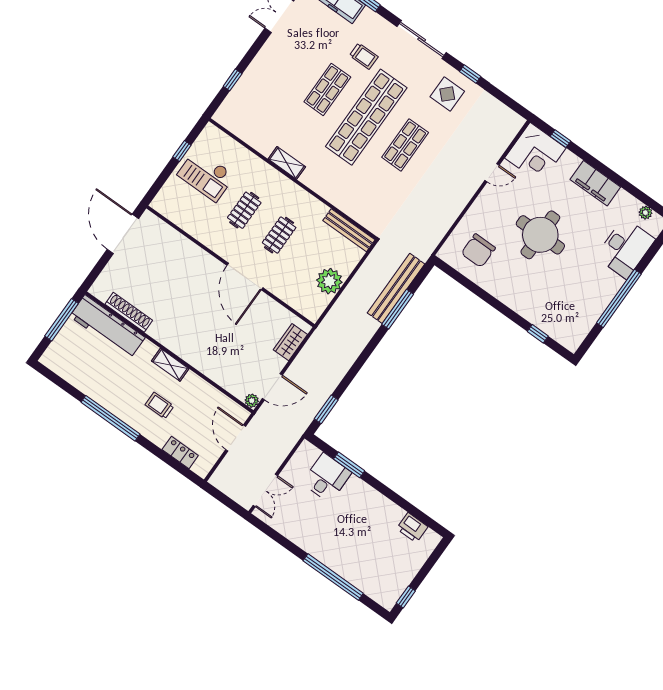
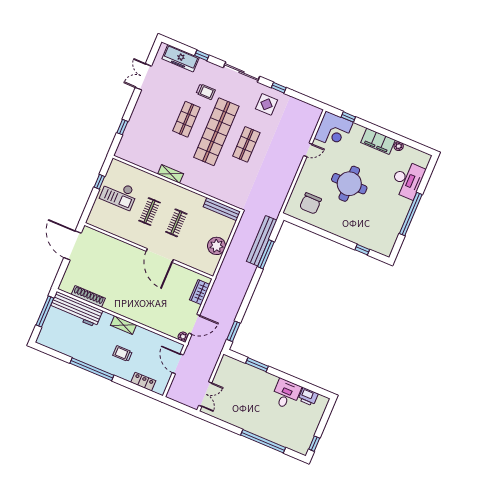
plant: (645, 213) -> (399, 146), moved
desk: (327, 478) -> (286, 394), moved

